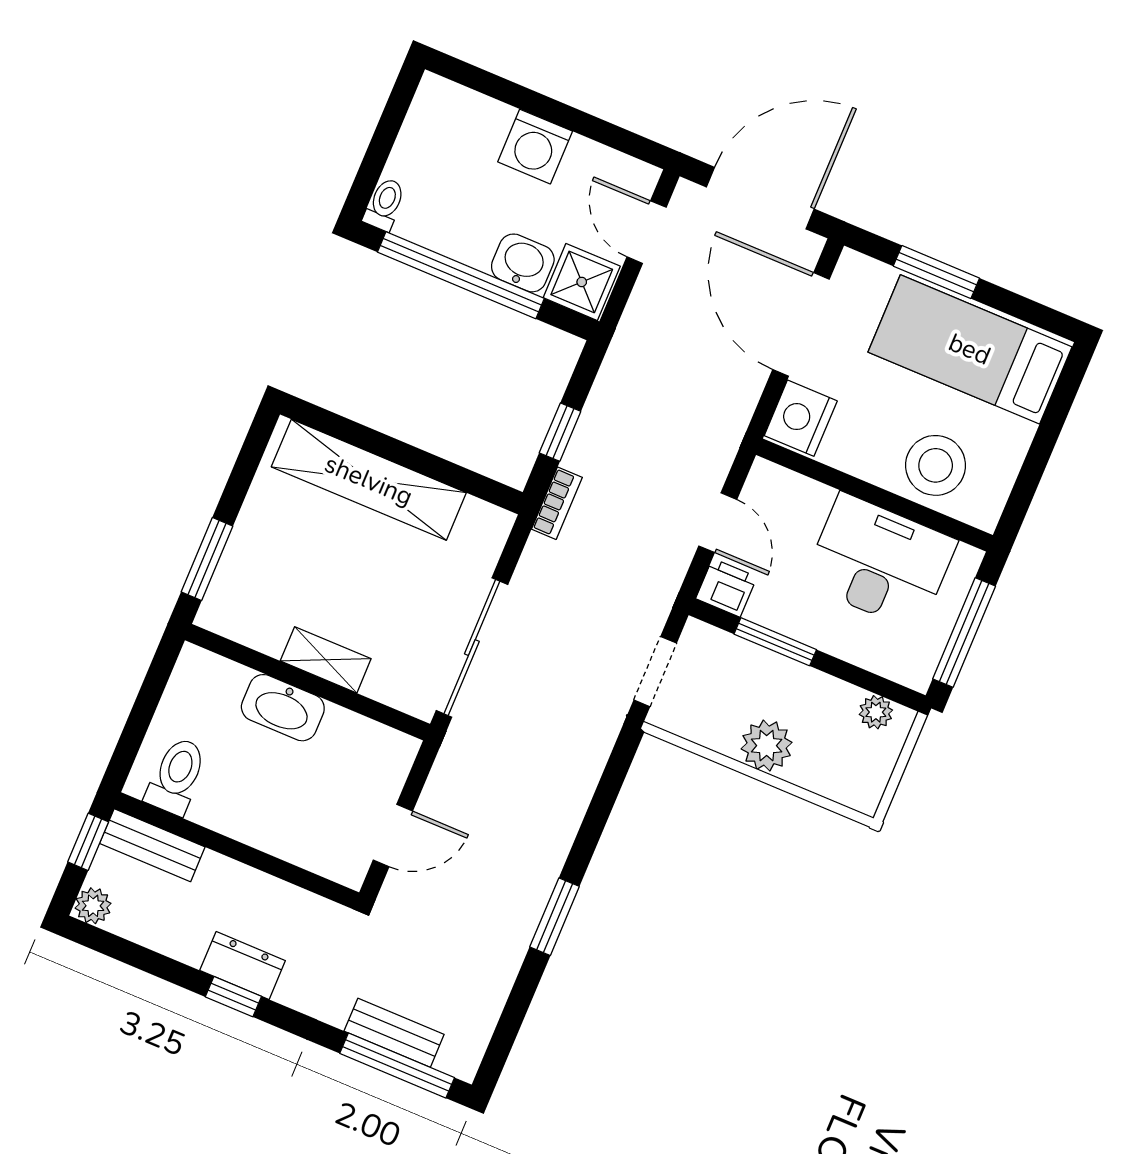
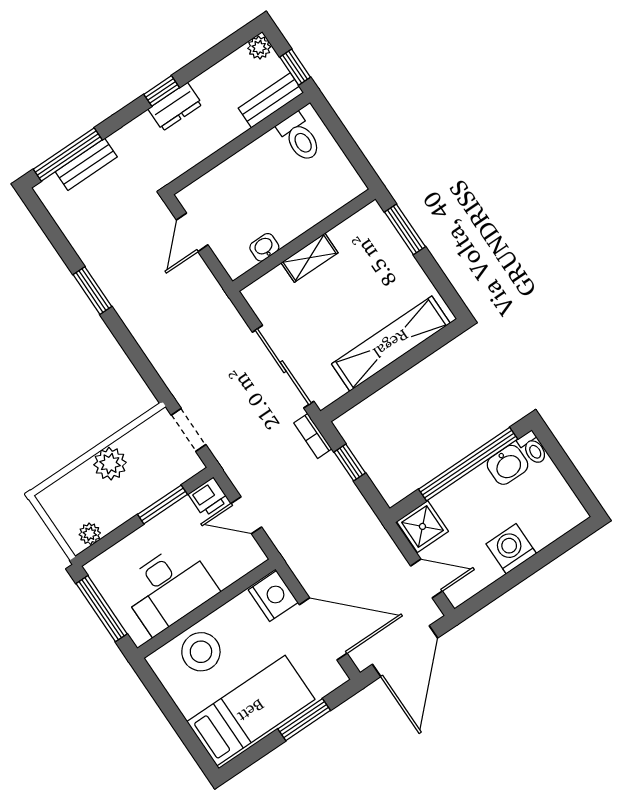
washbasin: (523, 263) -> (507, 465), moved
sliding door: (472, 648) -> (283, 367), moved
washbasin: (283, 708) -> (264, 247), moved, width x0.52, depth x0.69

